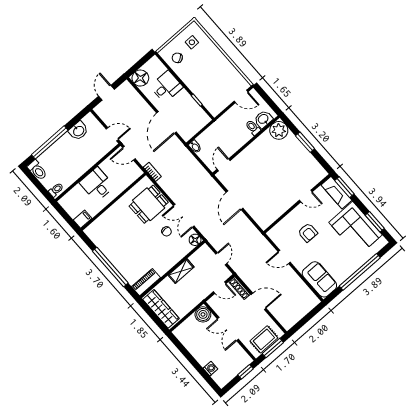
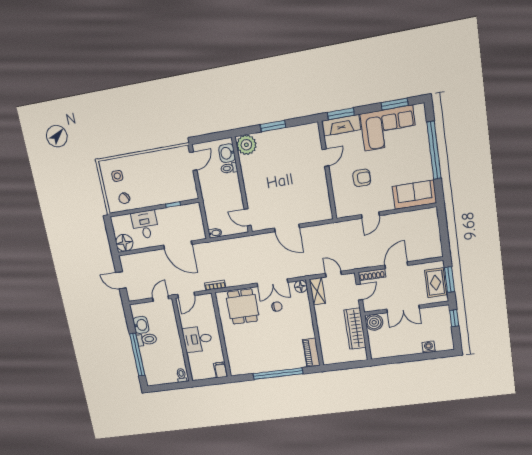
toilet: (37, 170) -> (147, 339), moved
shelving: (181, 271) -> (317, 291), moved
wardrobe: (161, 309) -> (355, 329), moved, turned -90

